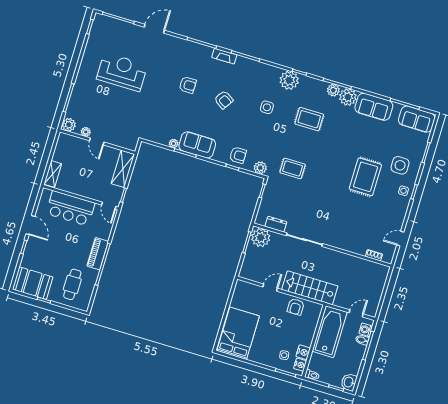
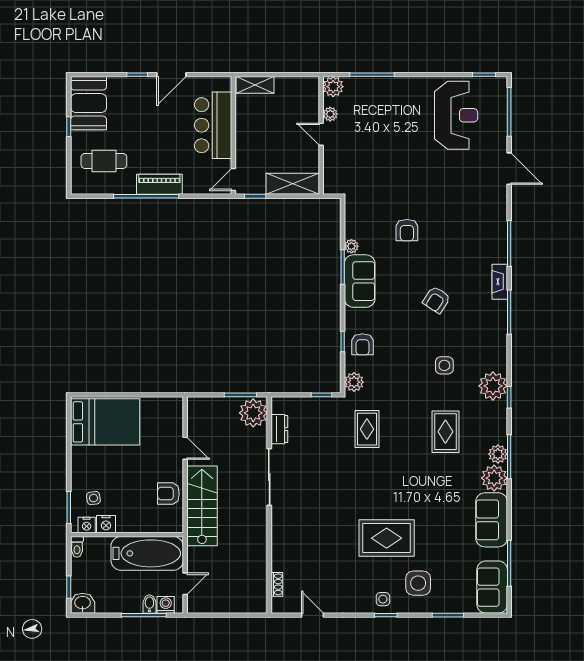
reception desk: (122, 72) -> (456, 115), moved
armchair: (188, 85) -> (407, 230), moved
door: (97, 141) -> (321, 134), hinge flipped
door: (356, 313) -> (185, 584), hinge flipped

